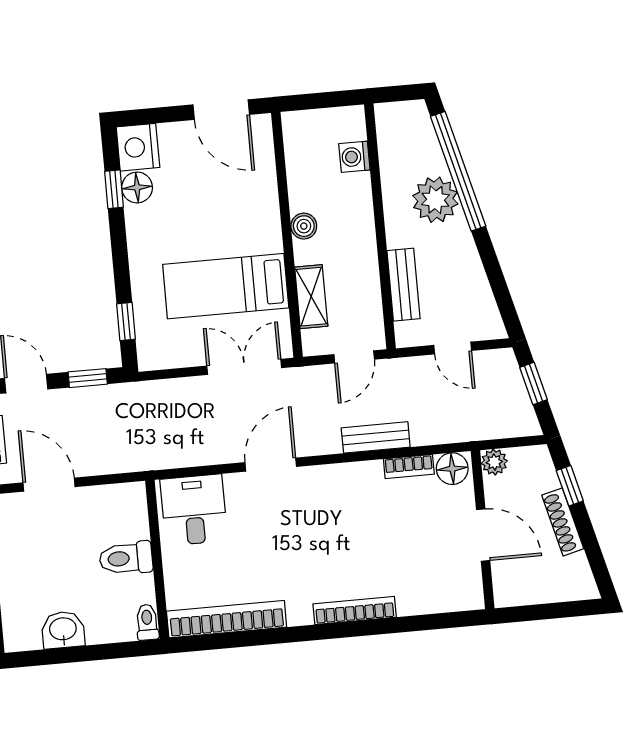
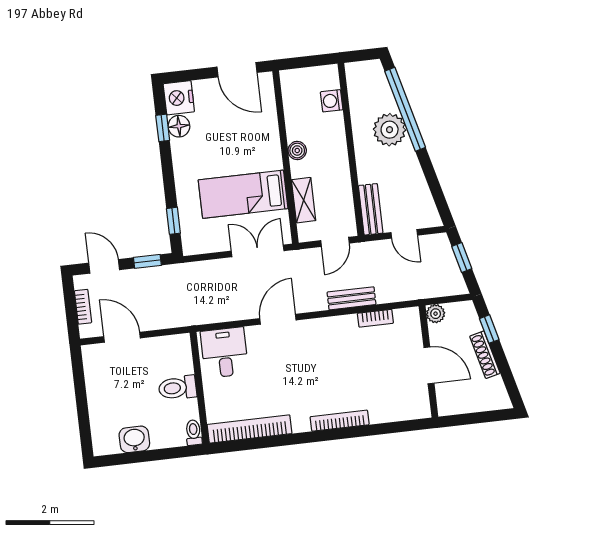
bench: (404, 285) -> (371, 209), moved
floor lamp: (452, 469) -> (406, 319), removed

